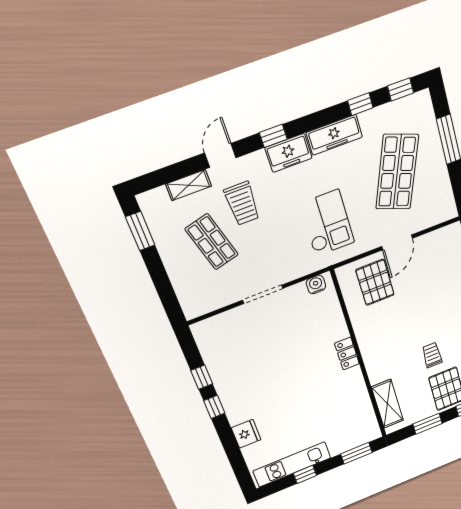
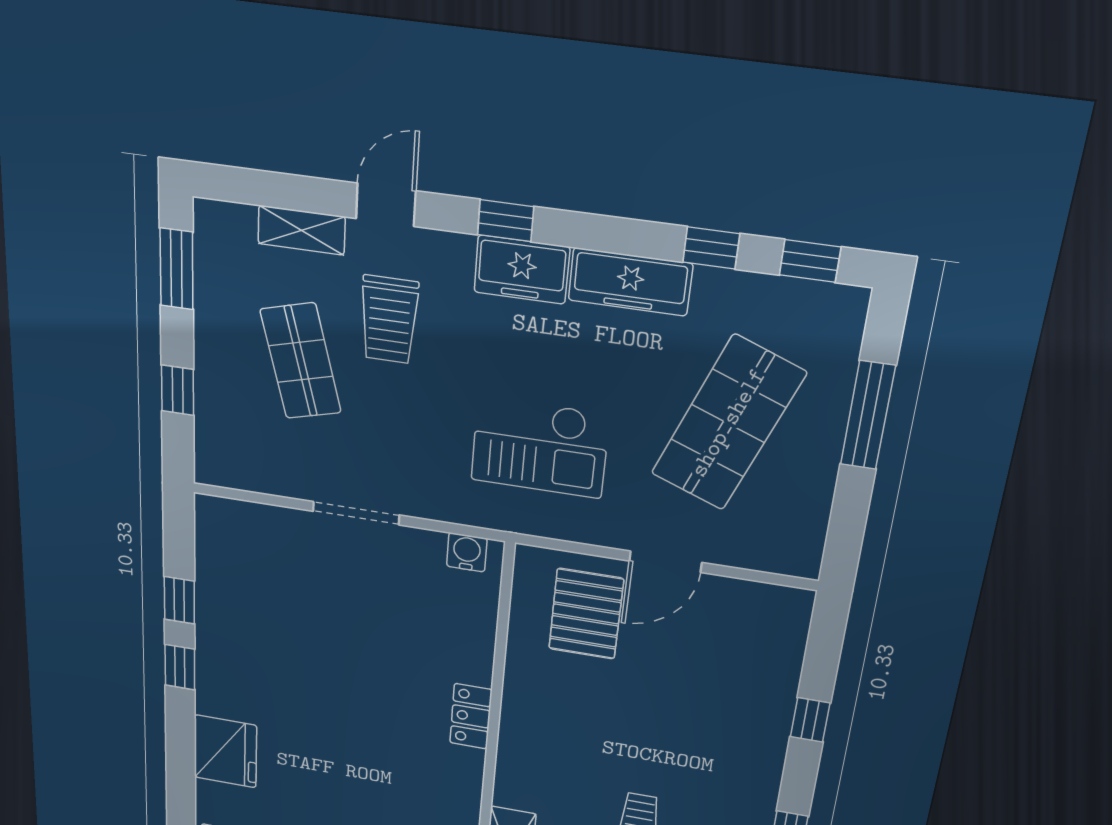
checkout: (327, 223) -> (540, 447), turned 90
window: (163, 284) -> (178, 390), added
fridge: (246, 434) -> (225, 751), width x1.36, depth x1.34

